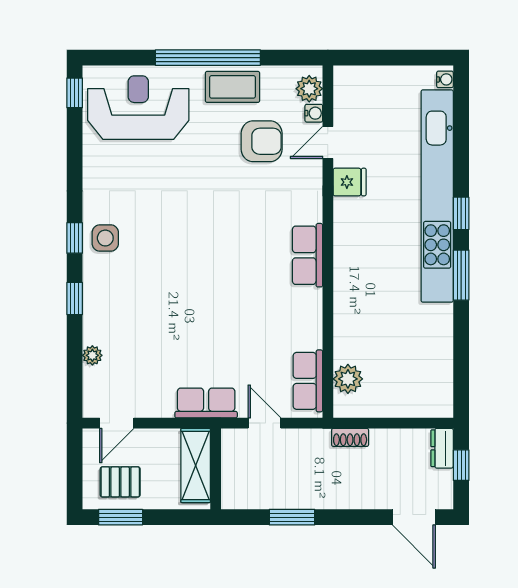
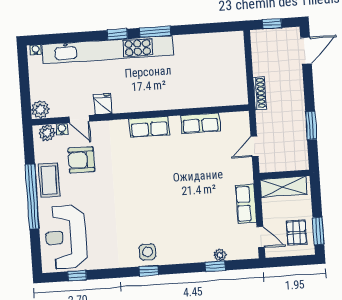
window: (75, 93) -> (77, 276), moved
armchair: (262, 141) -> (81, 160), turned -90
window: (75, 298) -> (215, 266), moved
plant: (348, 379) -> (40, 109), moved
row of seats: (308, 381) -> (201, 123), moved
row of seats: (206, 403) -> (246, 204), moved
shoe rack: (350, 437) -> (260, 93), width x1.43
dresser: (442, 448) -> (262, 36), removed

